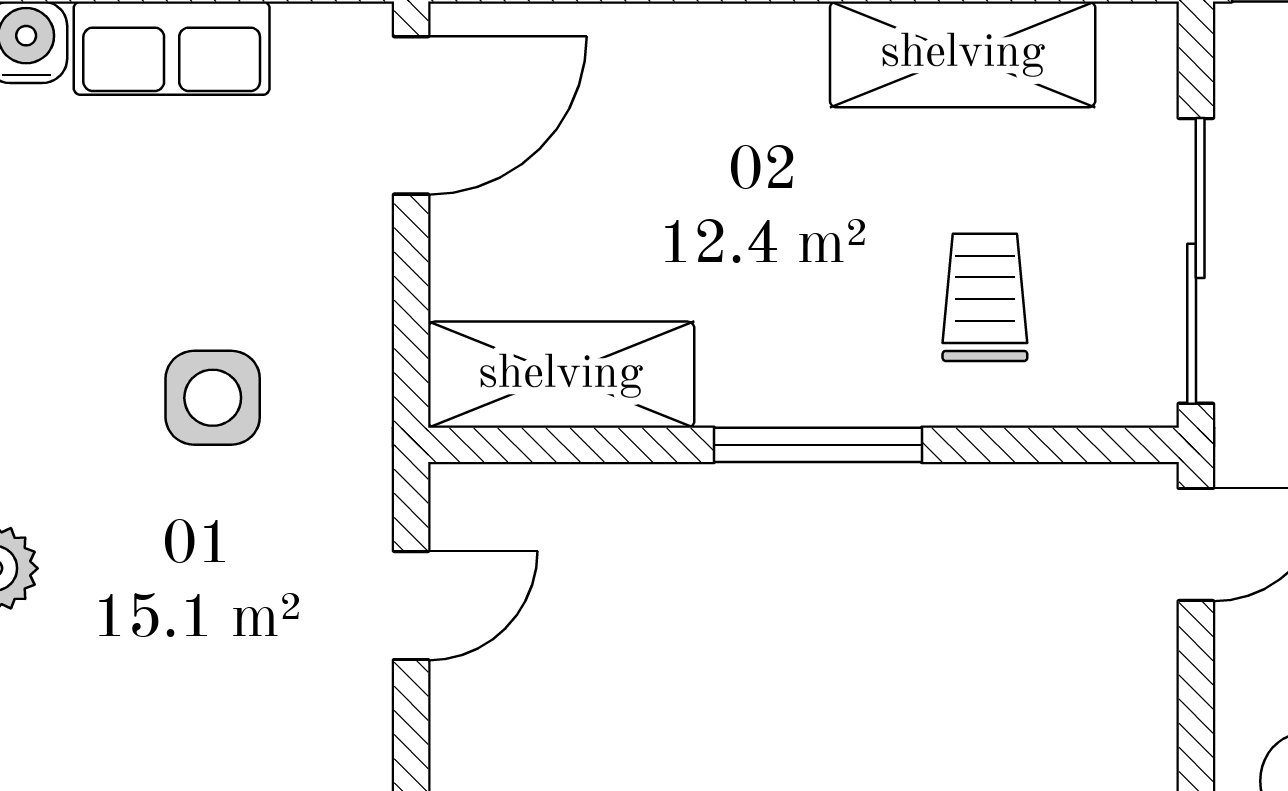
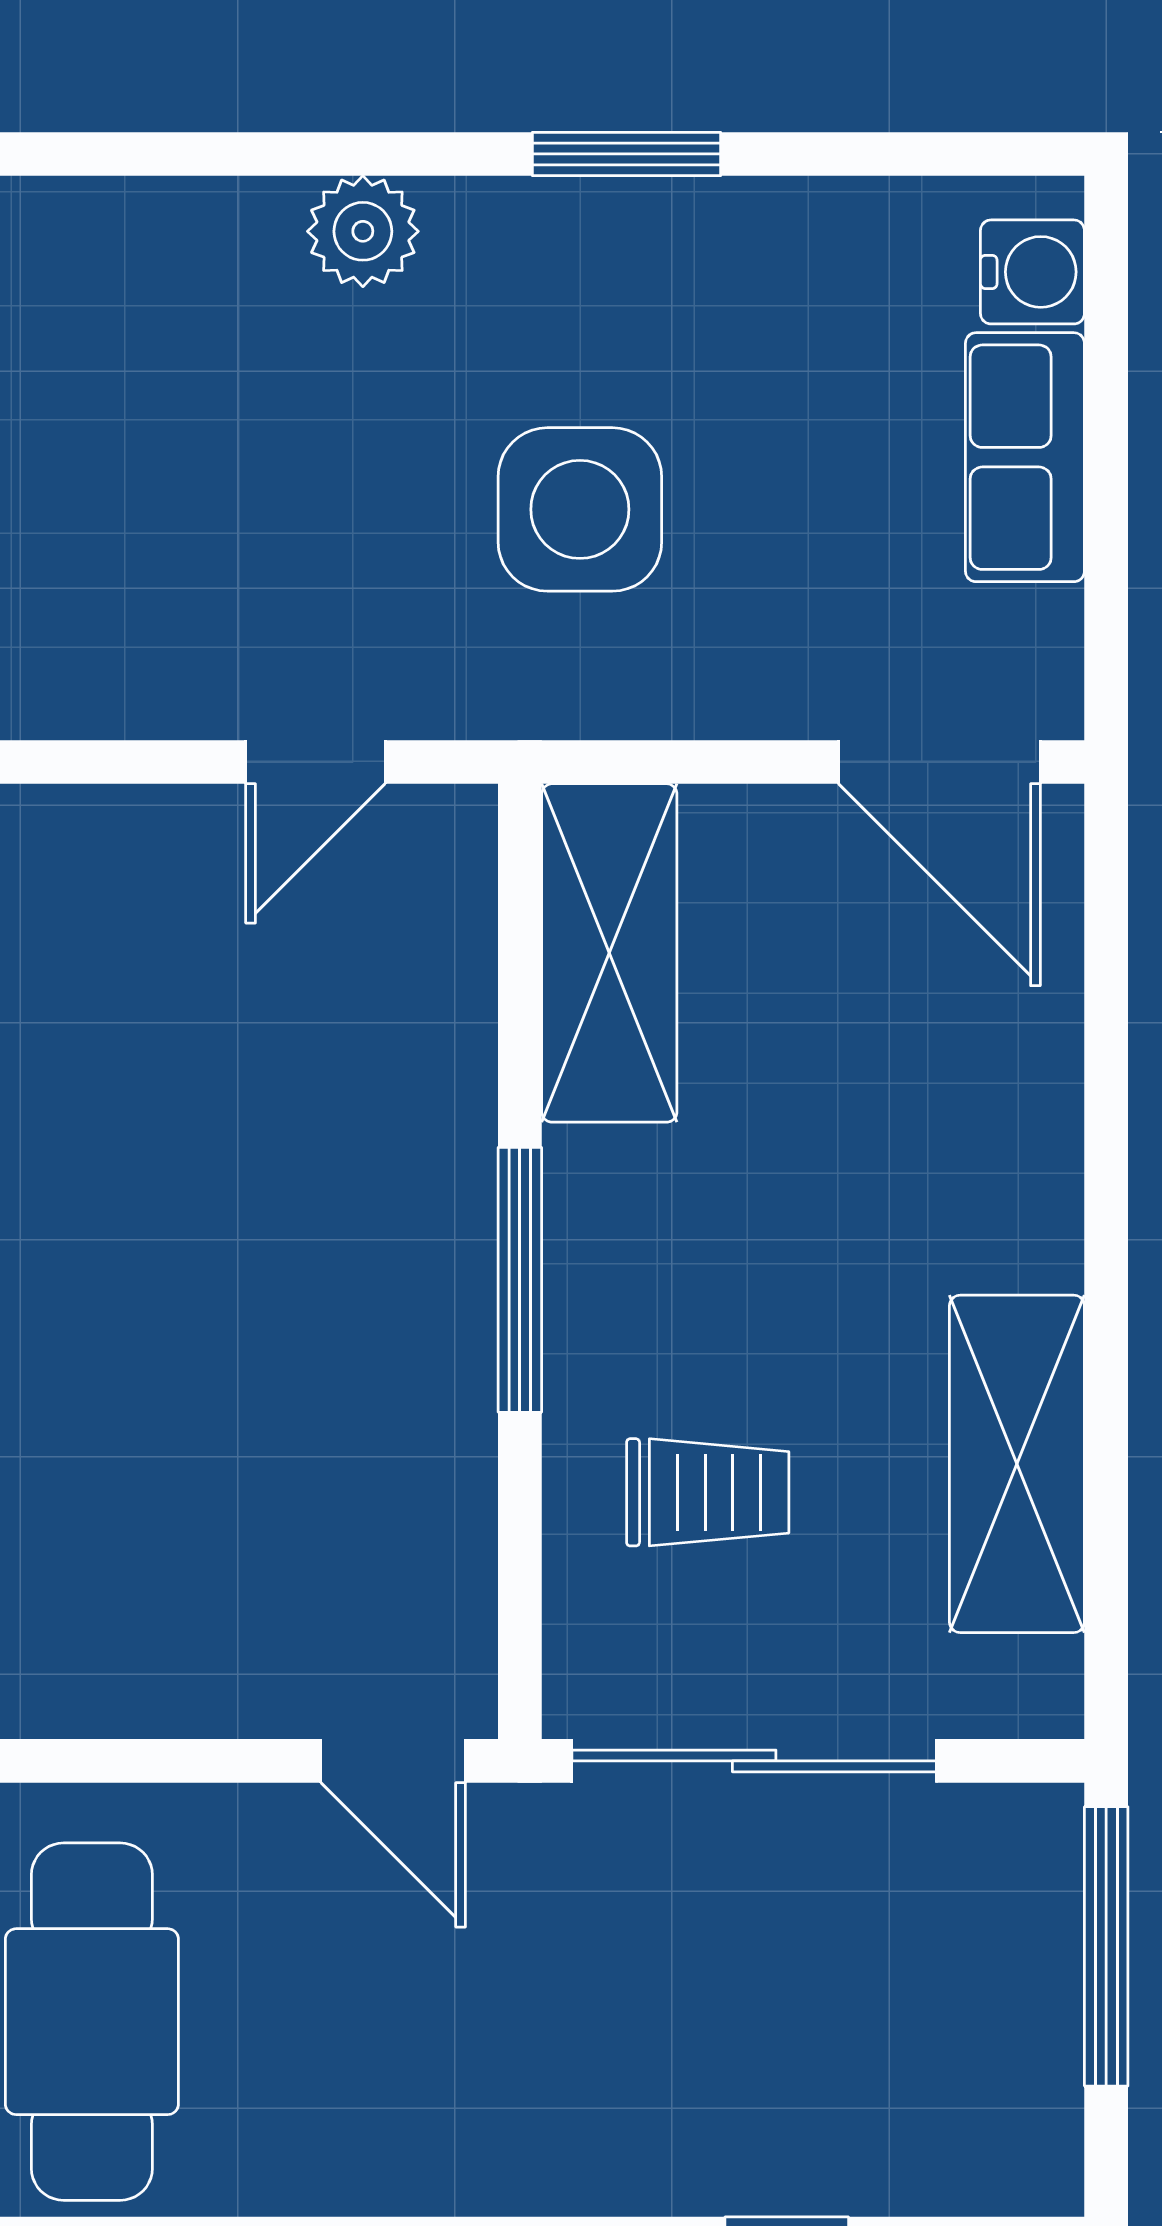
side table: (213, 398) -> (580, 509), width x1.37, depth x1.37
door: (411, 606) -> (315, 762), hinge flipped

